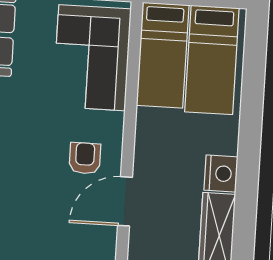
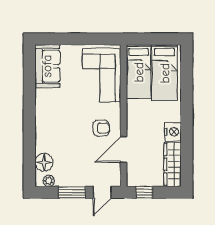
armchair: (85, 158) -> (101, 128), turned 90

